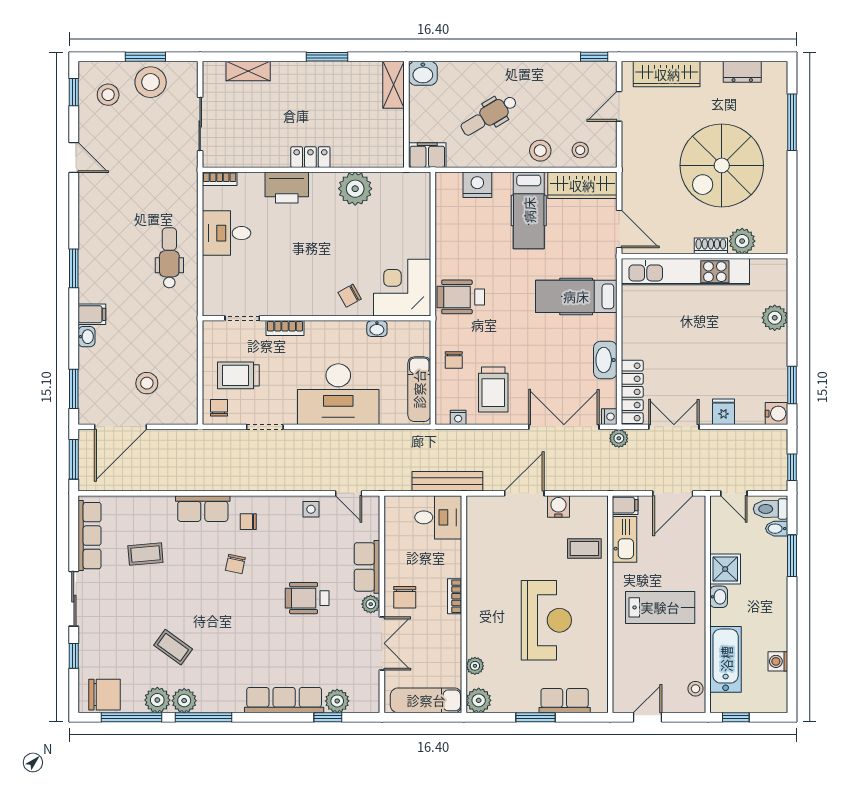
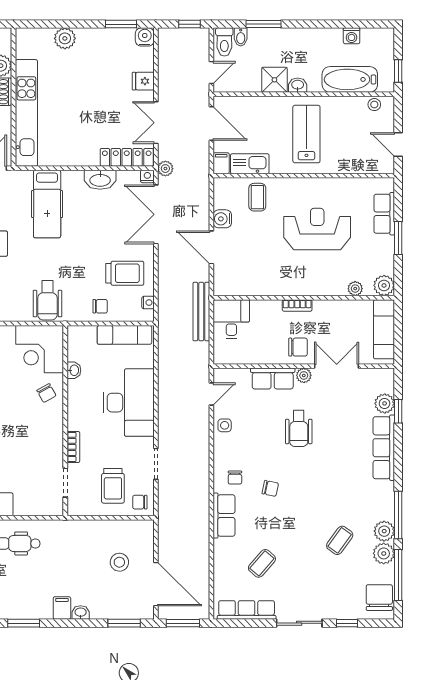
coffee table: (145, 554) -> (262, 563), turned 46

